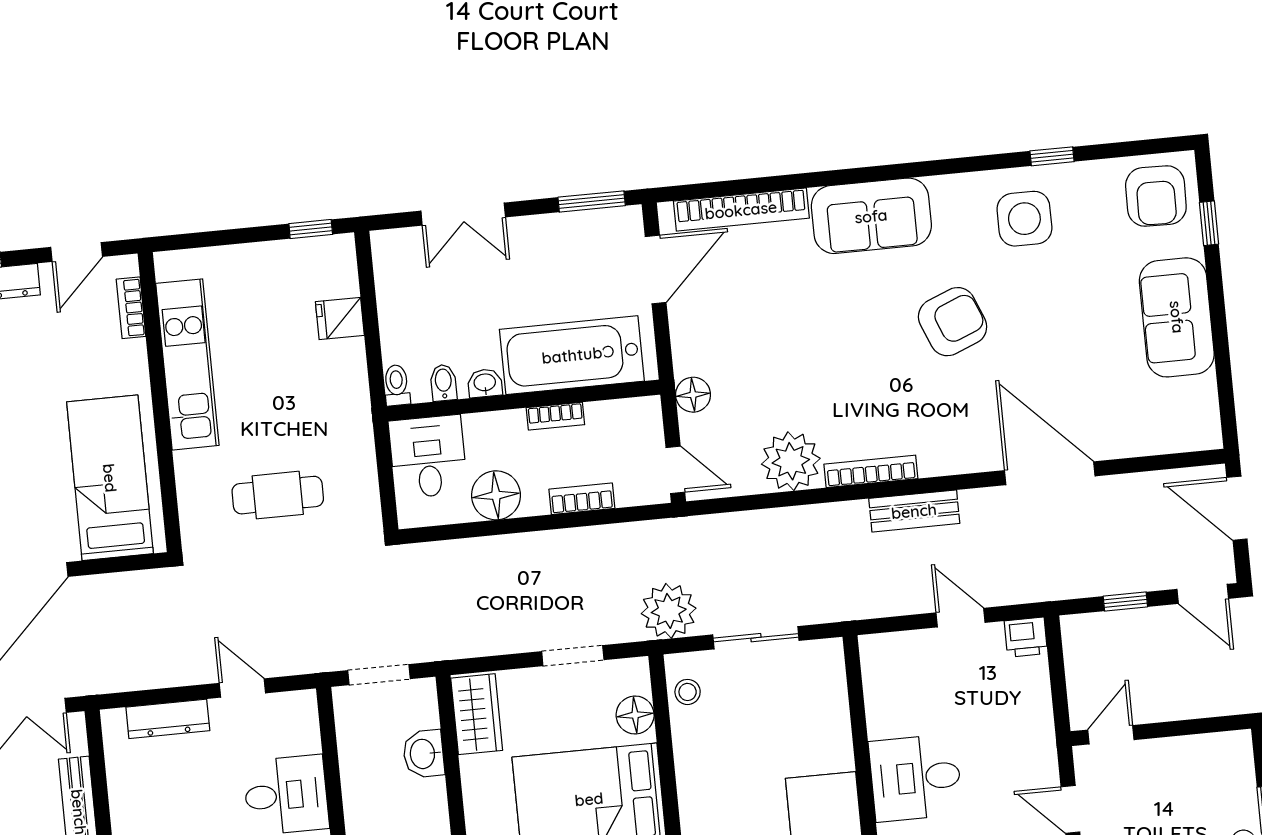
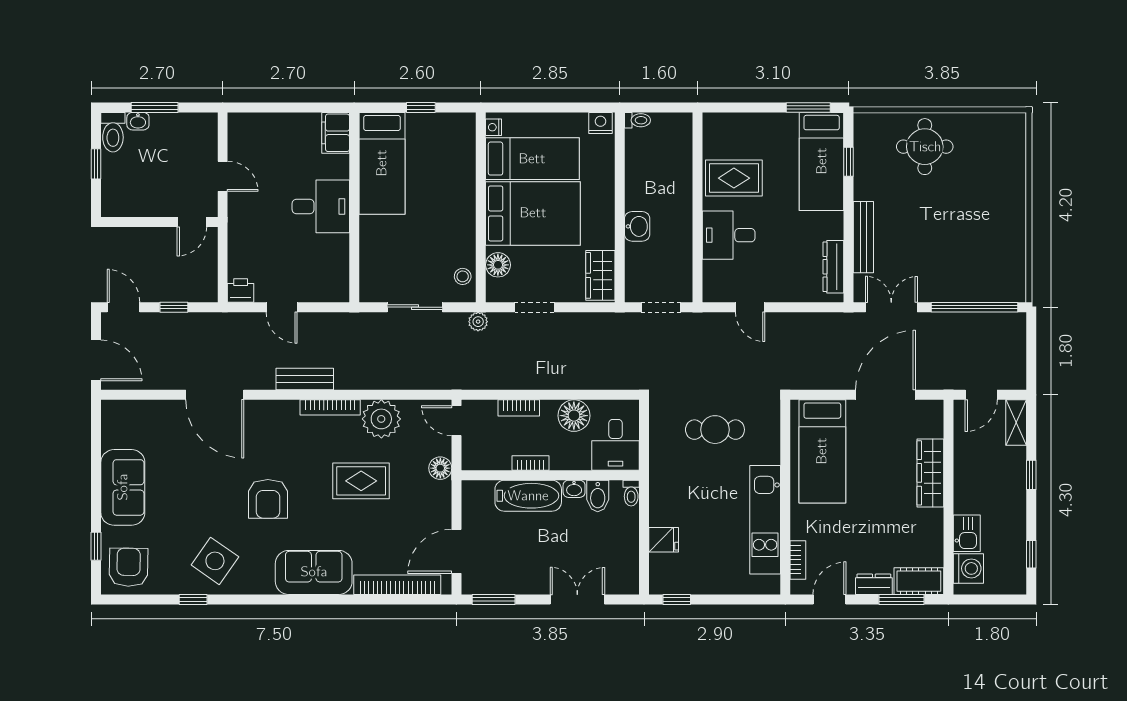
side table: (1024, 219) -> (215, 561), turned 35
armchair: (953, 322) -> (268, 499), turned -68
bathtub: (572, 355) -> (528, 496), width x0.73, depth x0.73
rug: (812, 363) -> (361, 481), added
bidet: (443, 383) -> (598, 496), width x1.38, depth x1.36
plant: (669, 611) -> (478, 322), width x0.53, depth x0.53
dresser: (168, 719) -> (833, 267), moved, turned -90
washbasin: (424, 754) -> (637, 226), moved

